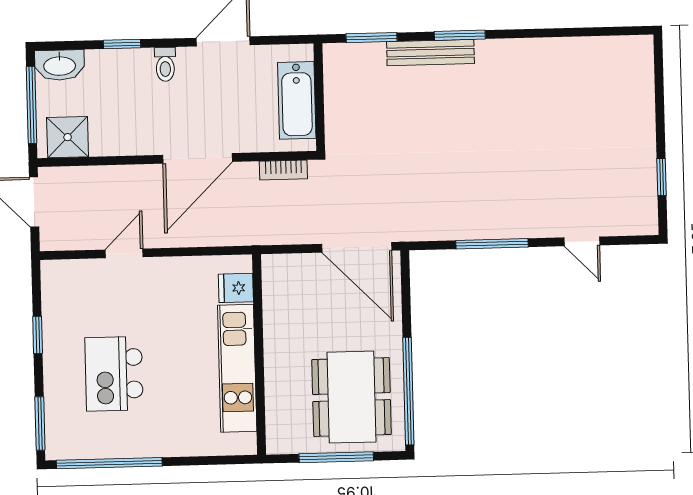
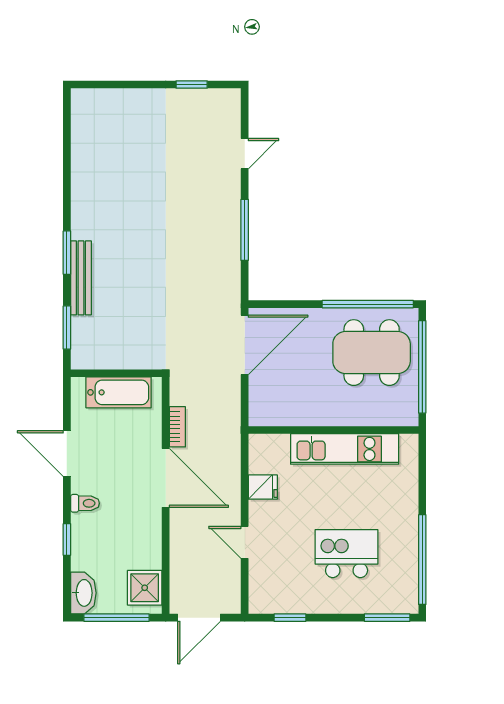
bookcase: (283, 170) -> (177, 427), moved
fridge: (236, 288) -> (263, 487), moved, turned -90
window: (38, 335) -> (290, 618), moved
kitchen island: (114, 374) -> (347, 554), turned 180
window: (336, 457) -> (422, 367), width x1.46

